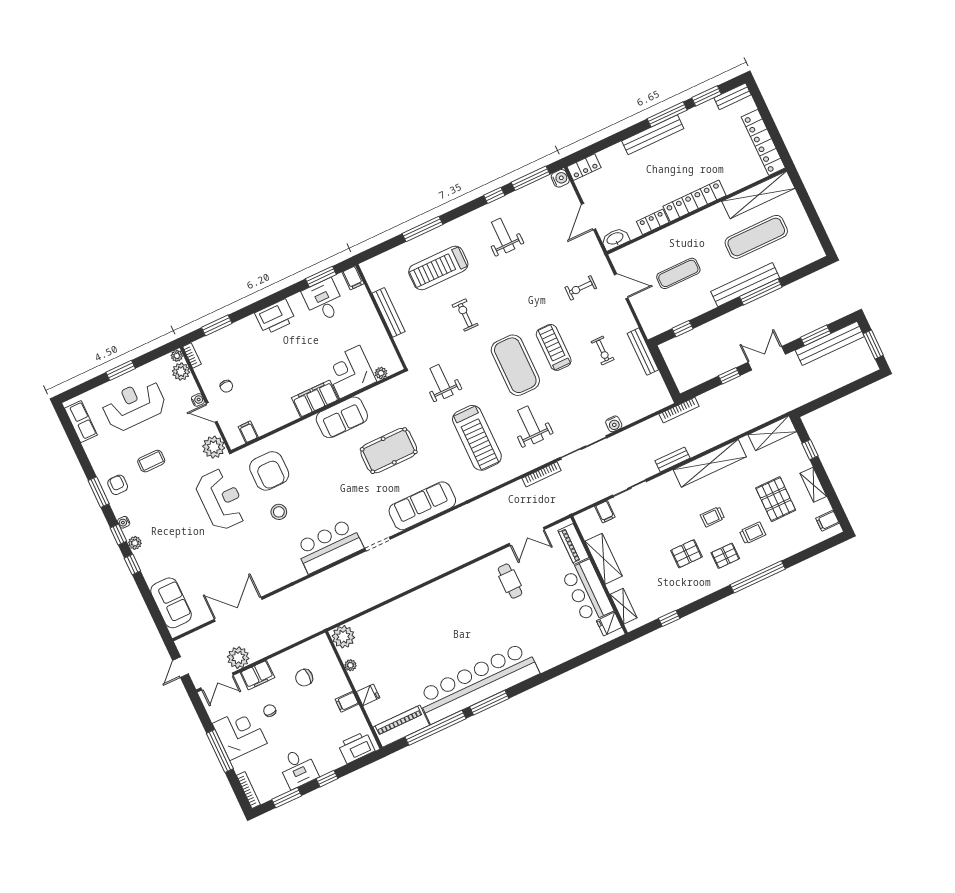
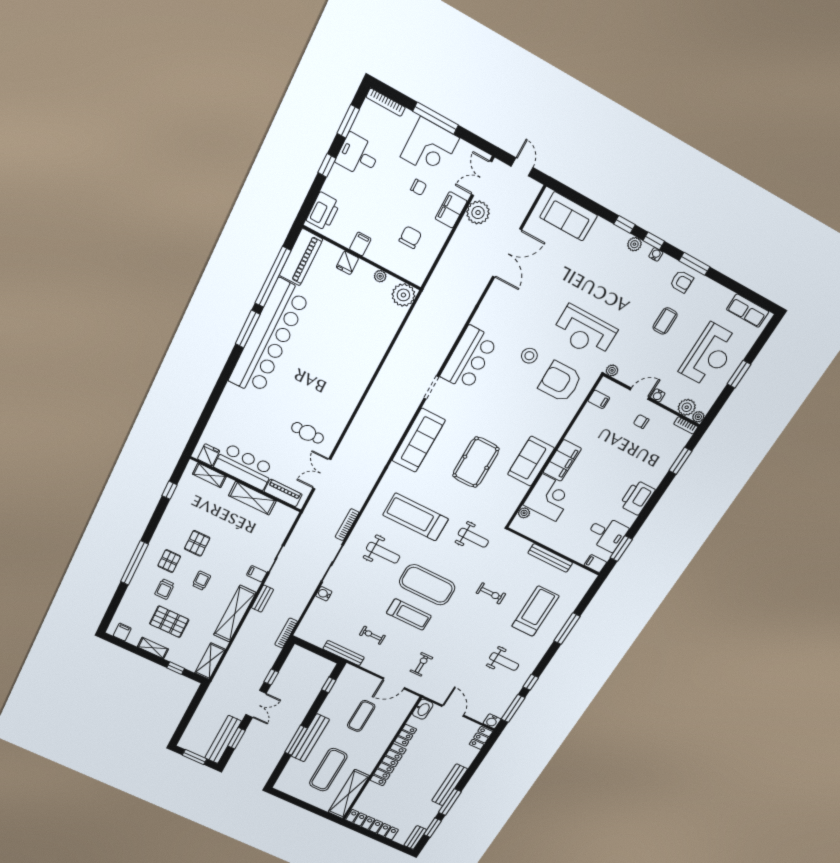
plant: (214, 447) -> (612, 370), width x0.53, depth x0.53
filing cabinet: (605, 512) -> (257, 574), moved

